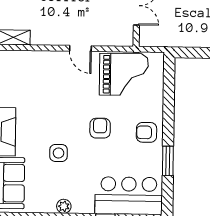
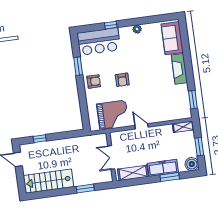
grand piano: (124, 74) -> (113, 115), turned 180
side table: (59, 153) -> (145, 61), removed

